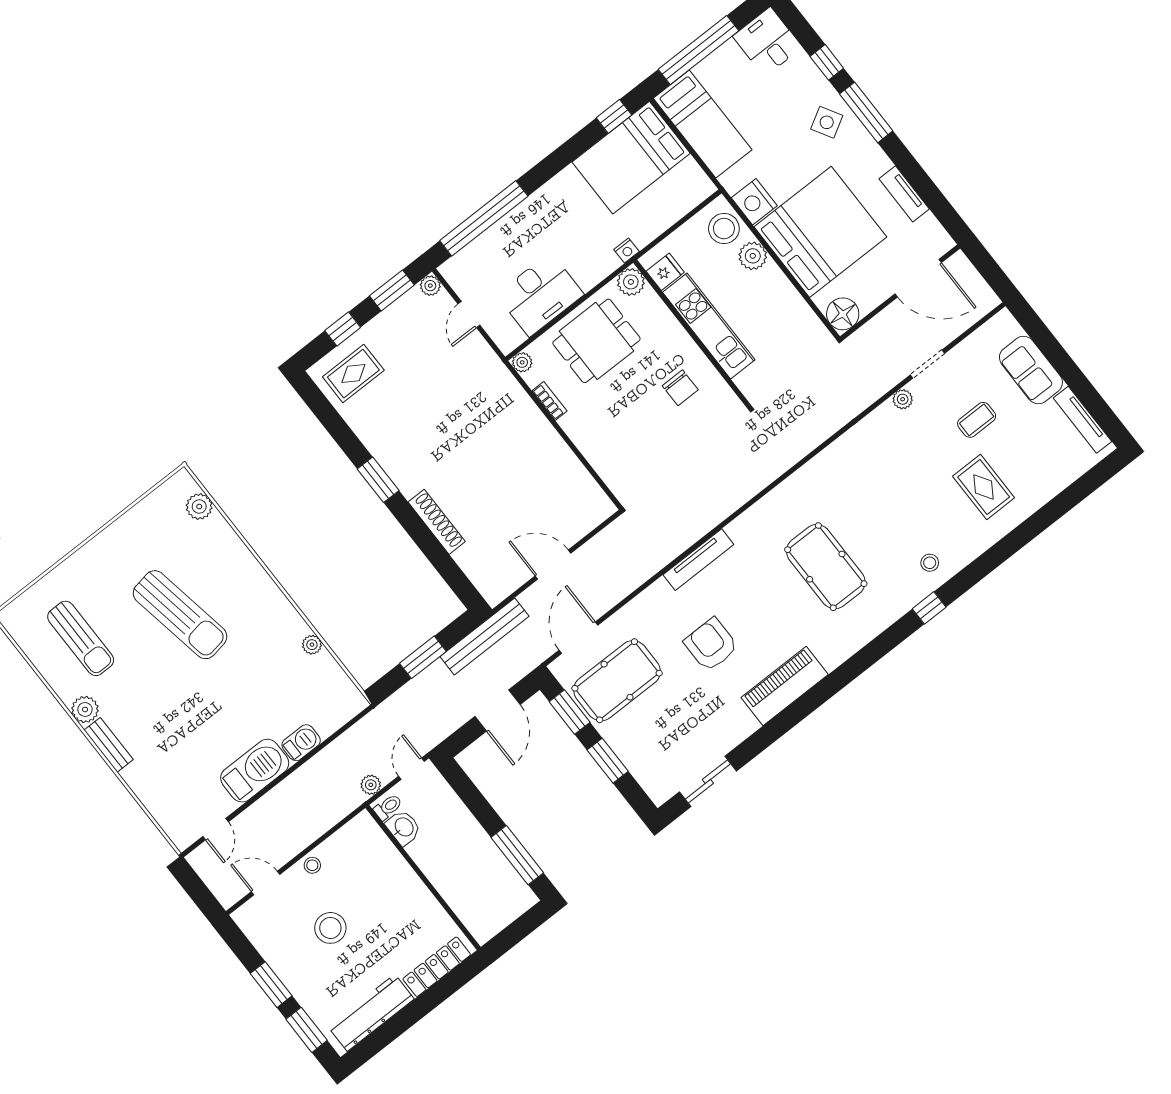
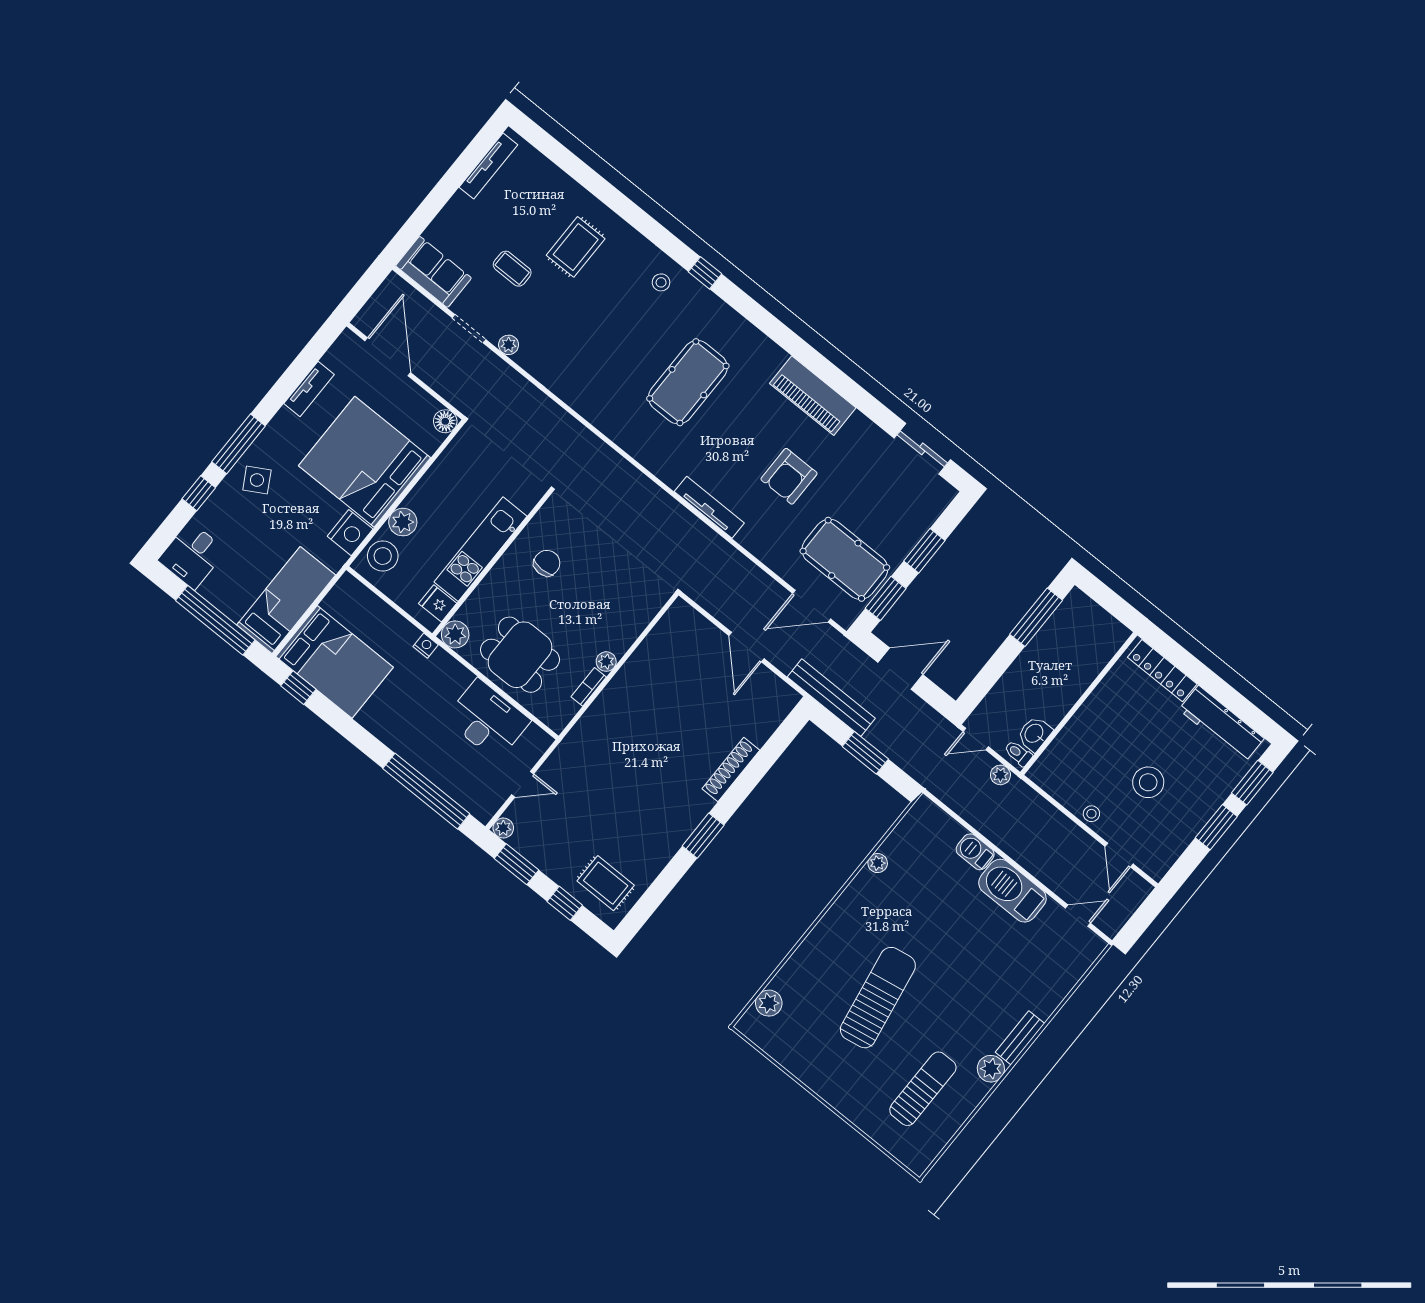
floor lamp: (843, 314) -> (445, 421), width x0.73, depth x0.73
plant: (522, 362) -> (606, 662), moved
sofa: (1031, 370) -> (434, 272), moved, turned -90

